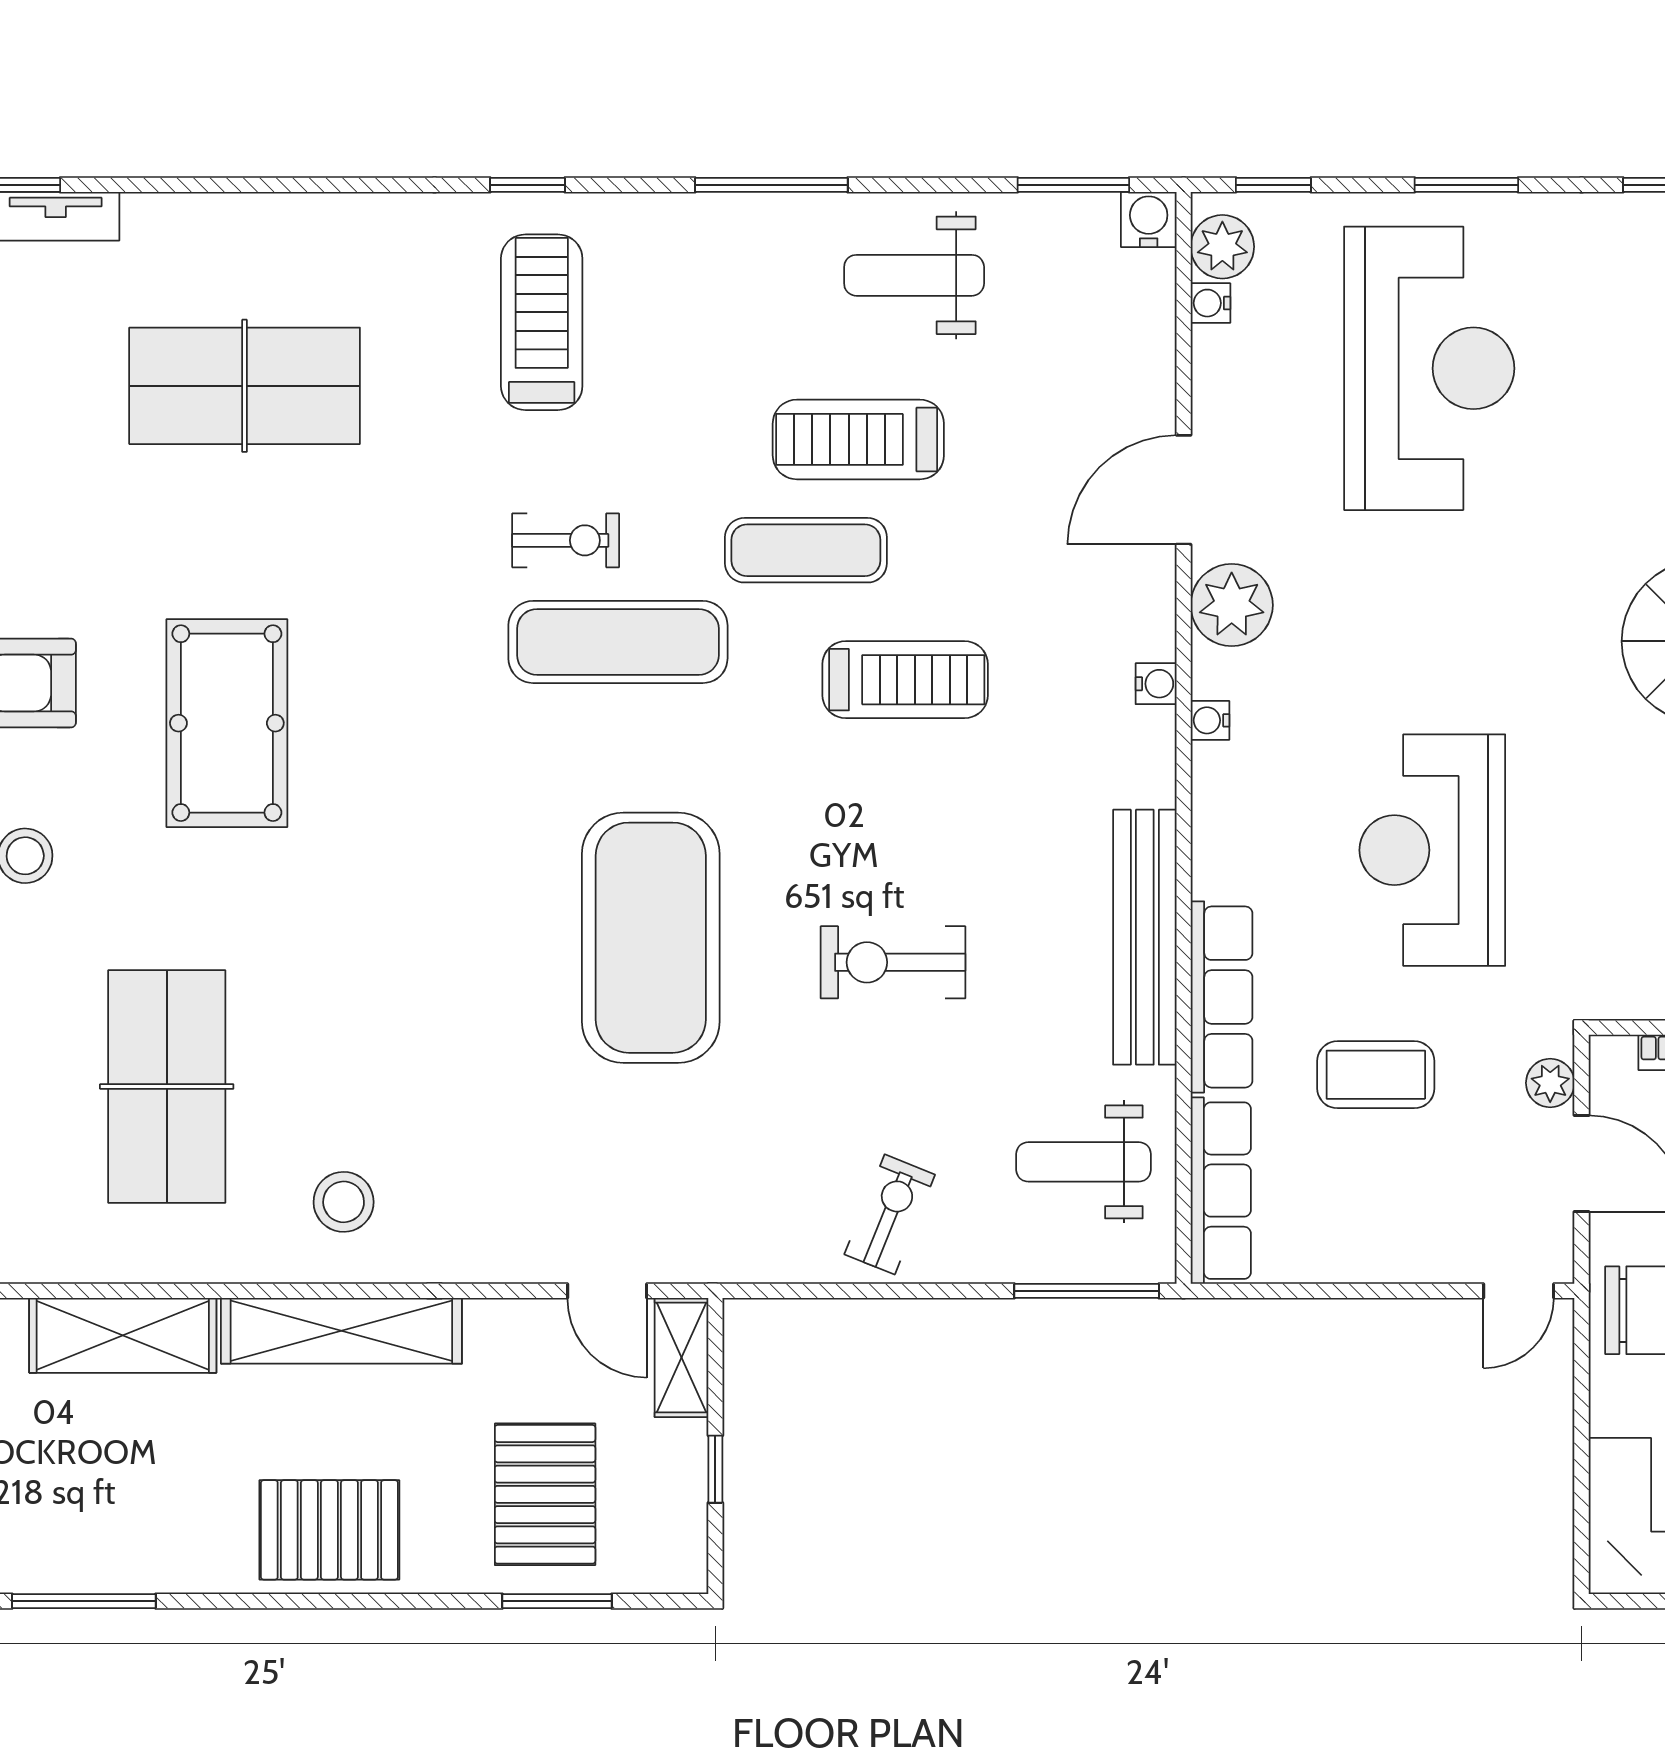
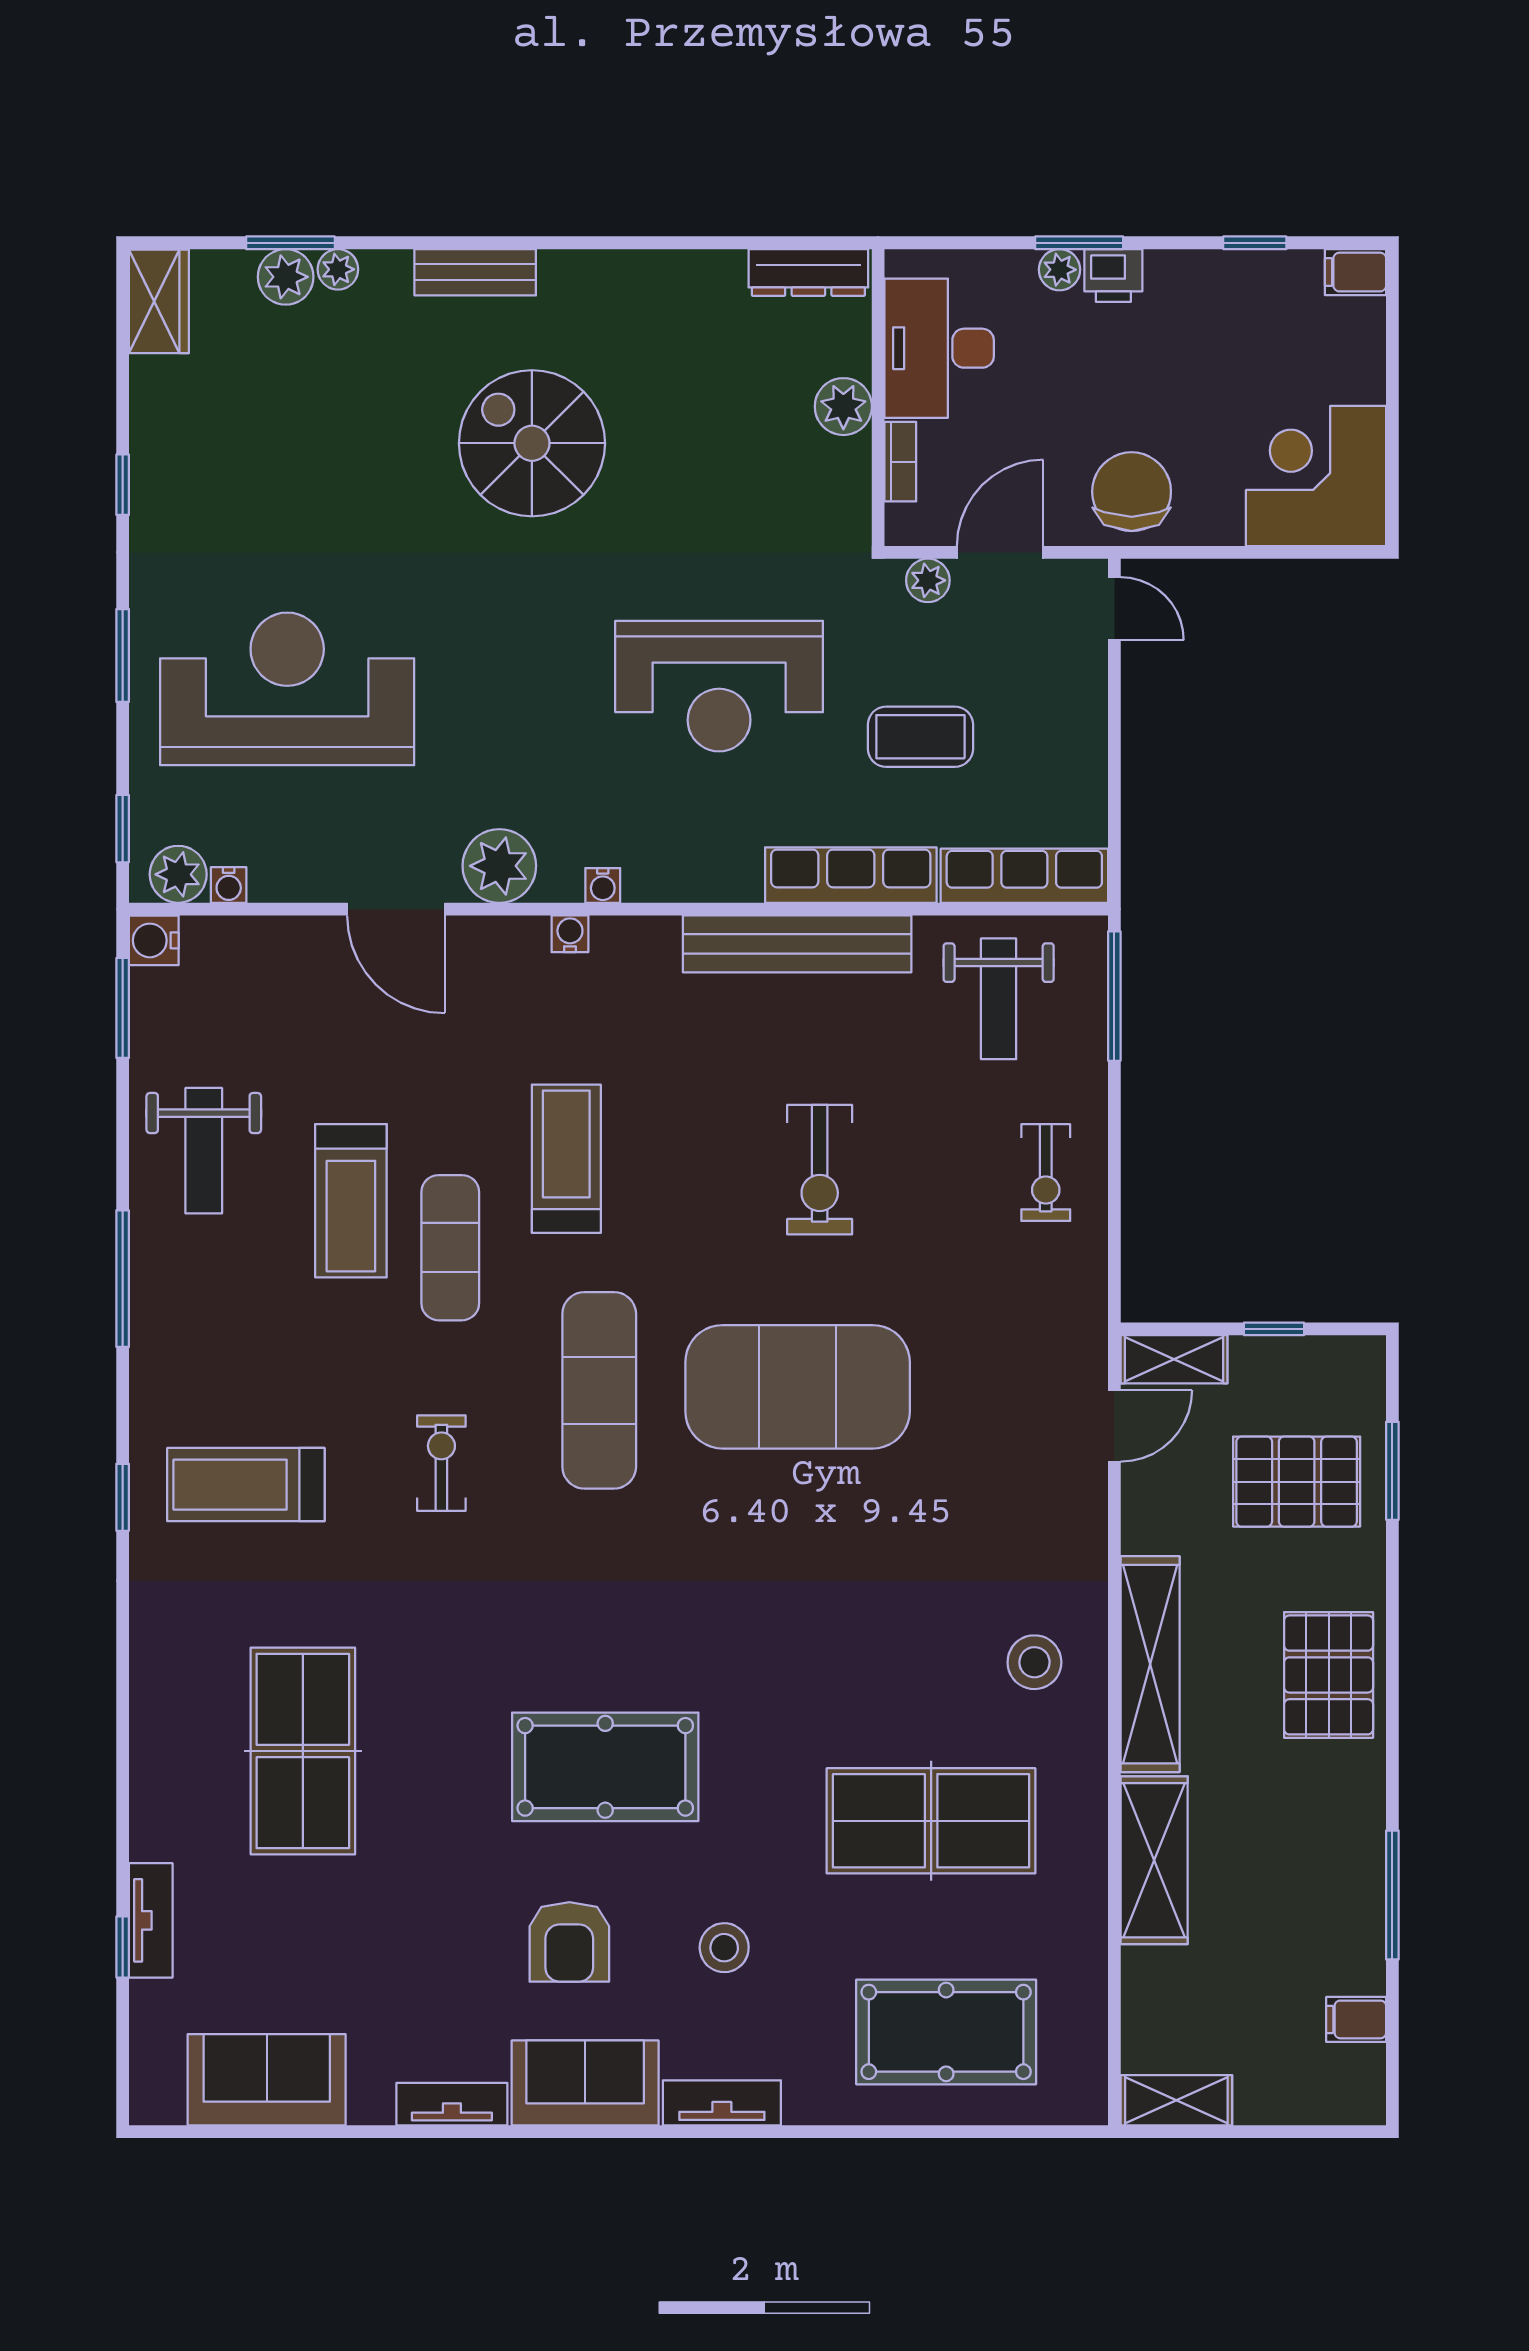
exercise mat: (618, 642) -> (599, 1390), moved
coffee table: (1376, 1075) -> (920, 737), turned 90
exercise bike: (890, 1214) -> (1046, 1173), turned -112

